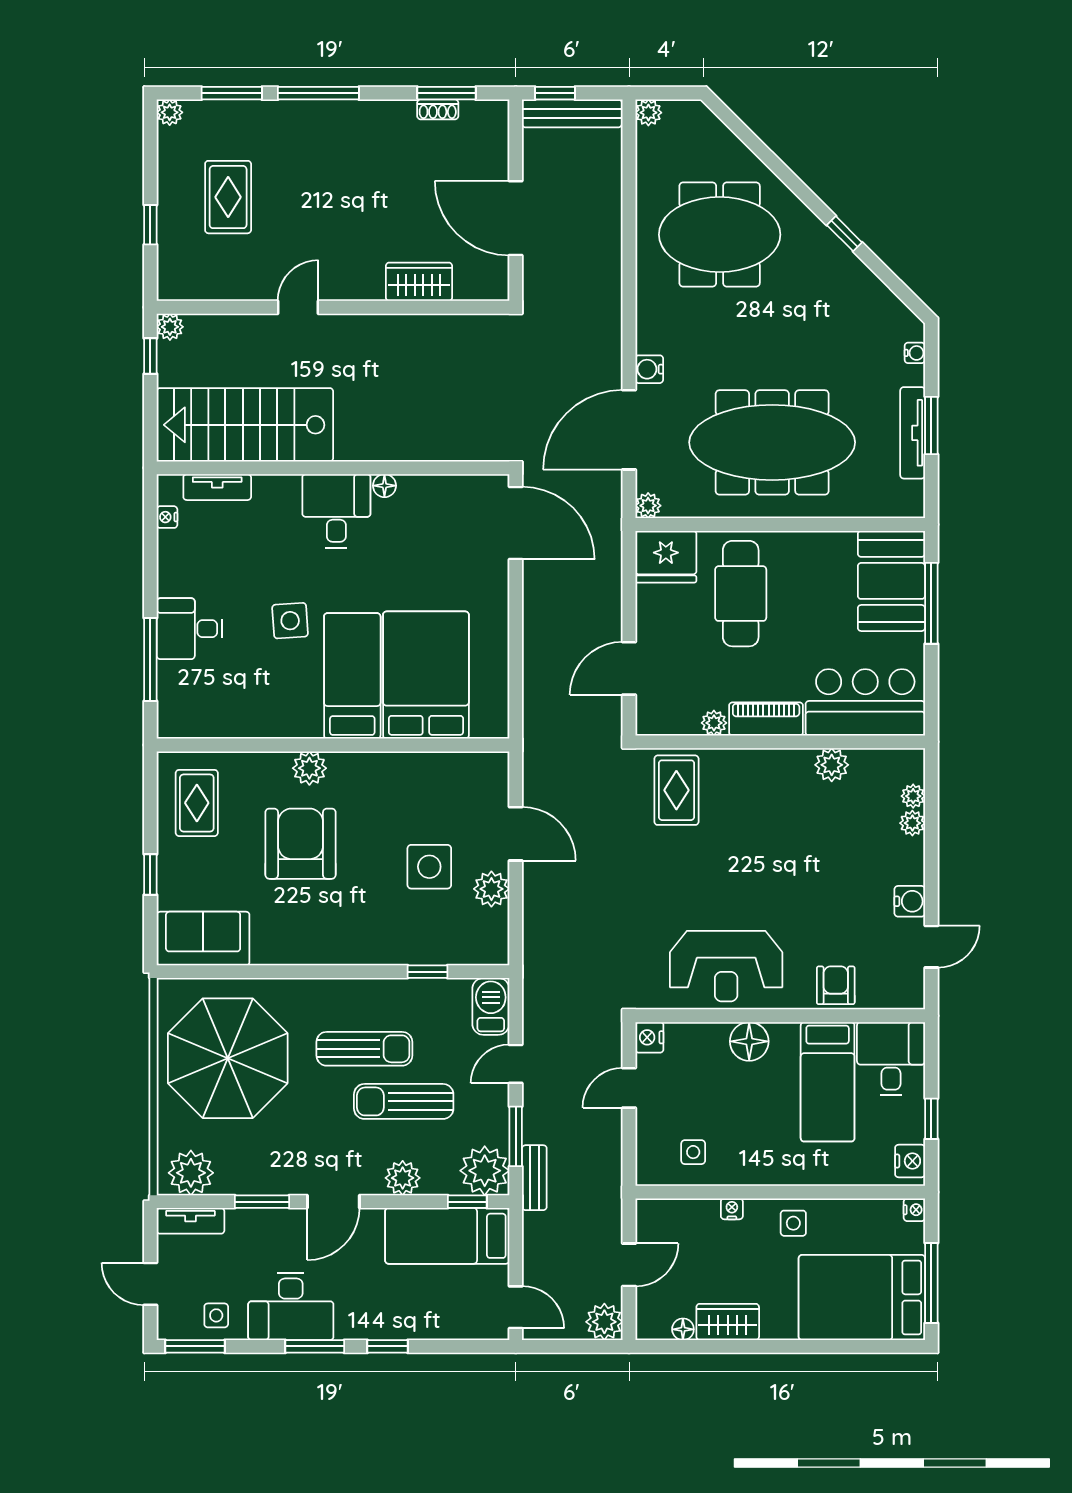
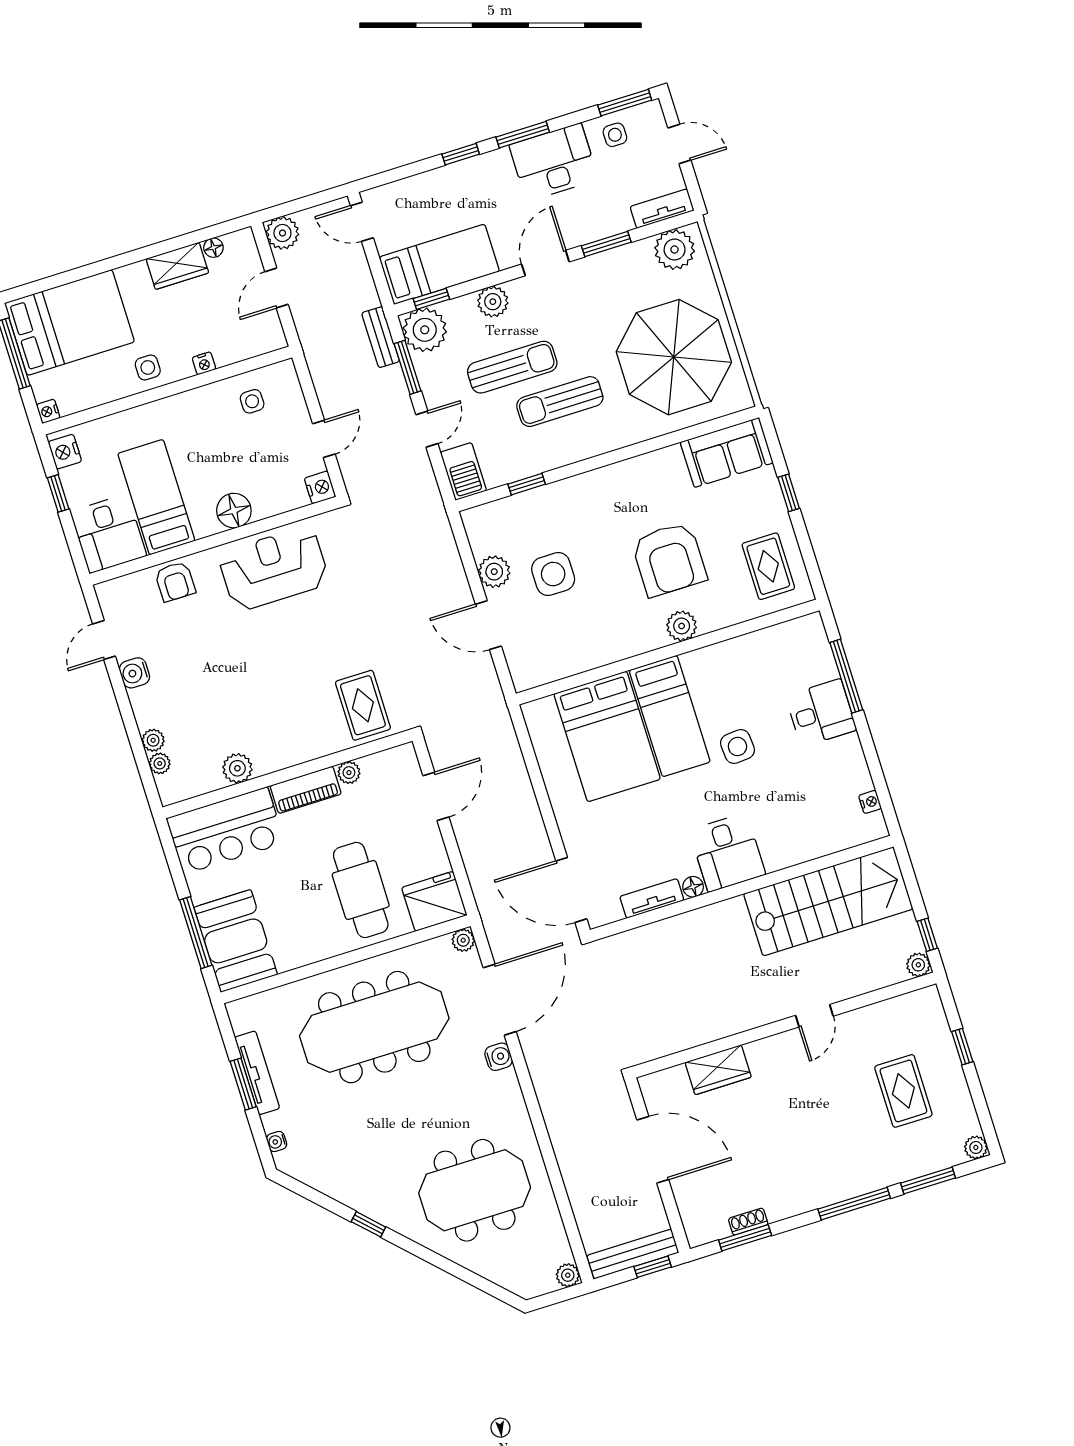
tv unit: (217, 487) -> (652, 898), moved

